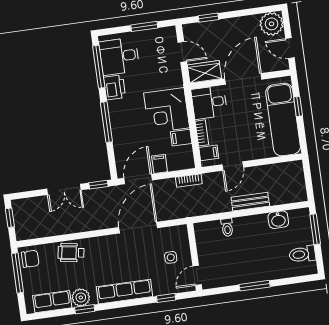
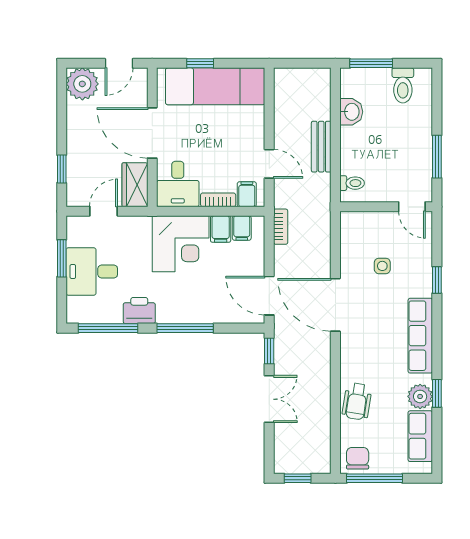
desk: (119, 56) -> (92, 272), moved, turned 90
filing cabinet: (160, 164) -> (242, 228), moved, turned -90
wall: (195, 257) -> (386, 207), moved
door: (197, 275) -> (412, 207), moved

